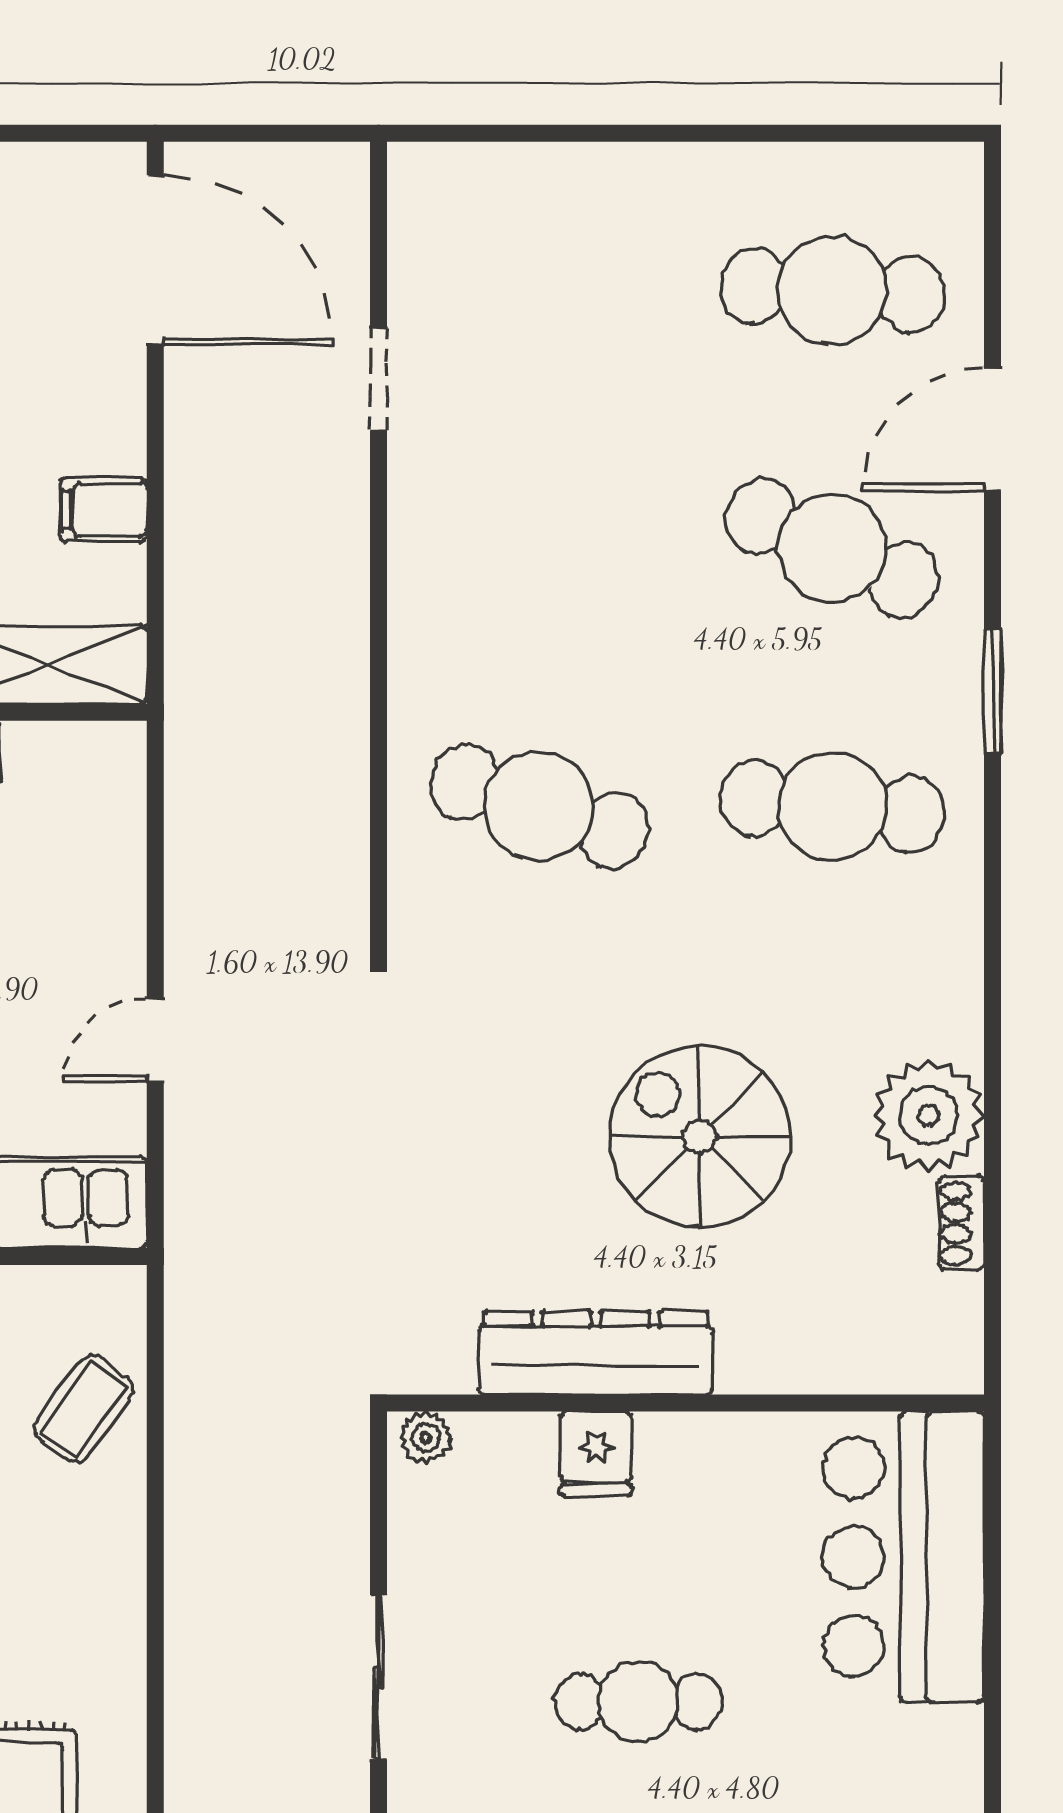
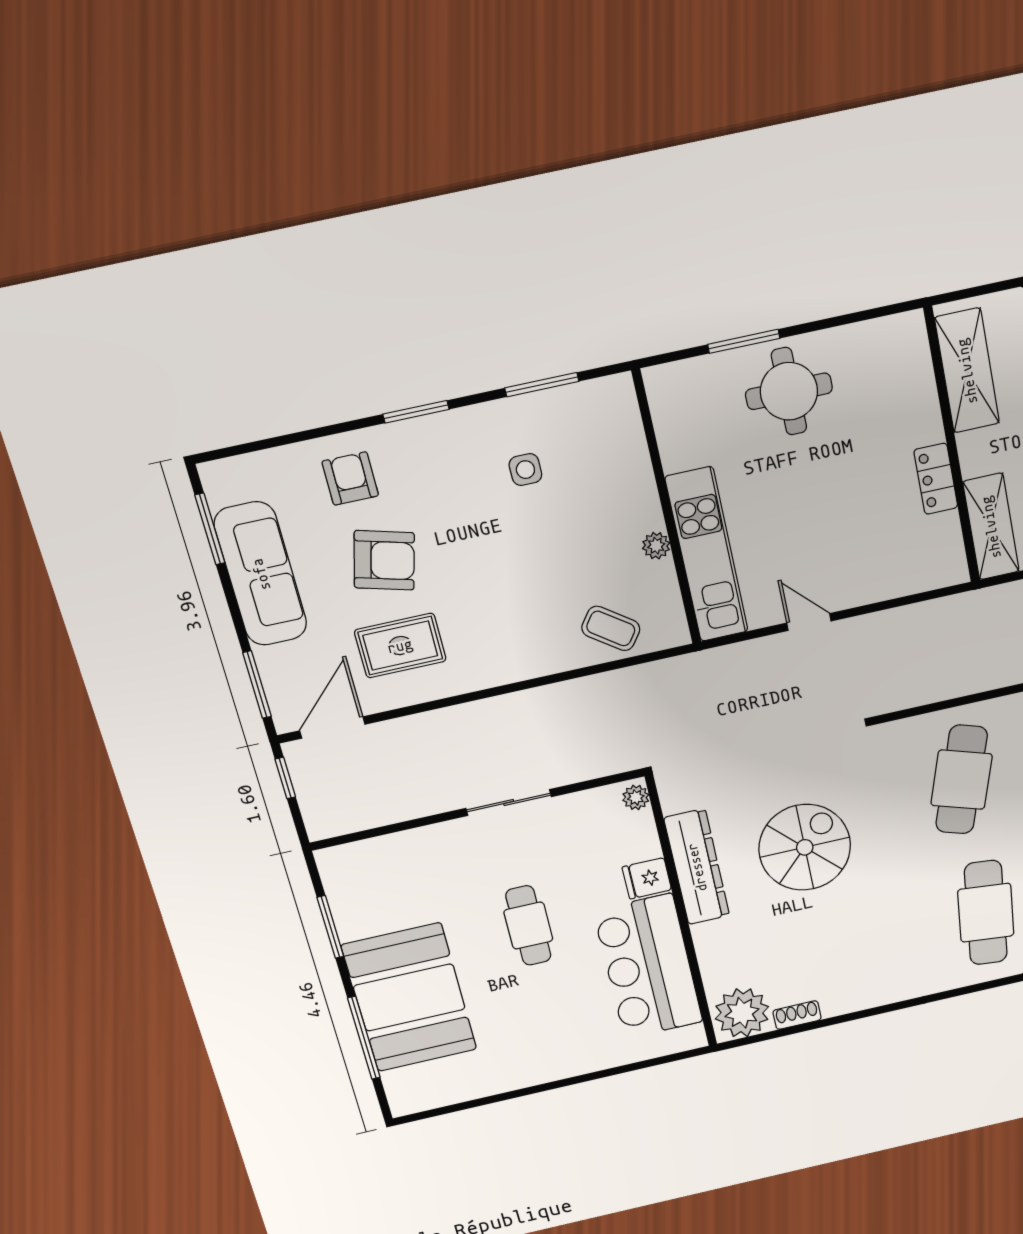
plant: (929, 1115) -> (742, 1013), moved
spiral stairs: (700, 1136) -> (805, 847), moved
bar counter: (904, 1557) -> (648, 967), moved, turned -90

